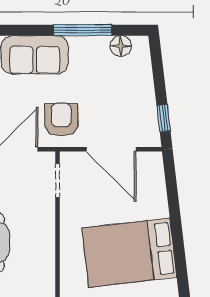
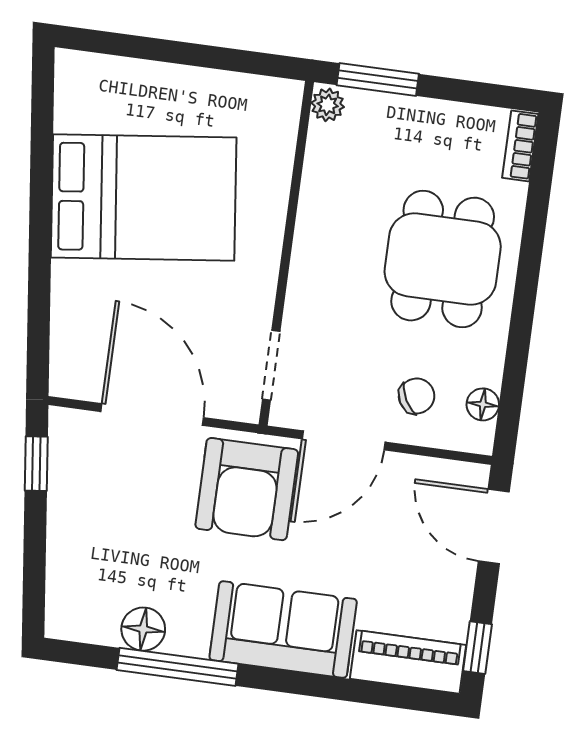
floor lamp: (121, 46) -> (143, 629), moved
armchair: (61, 120) -> (247, 489), width x1.36, depth x1.36

